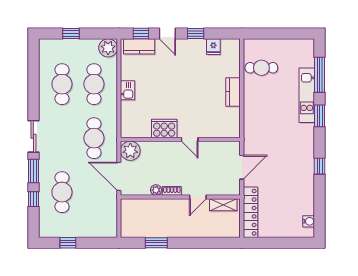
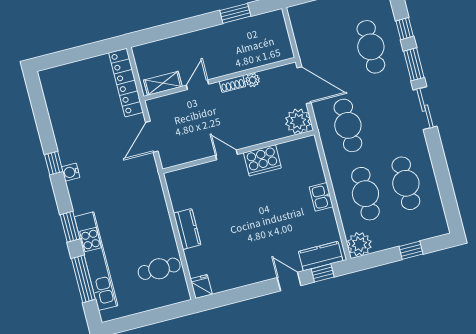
window: (196, 33) -> (253, 291), removed
fridge: (213, 47) -> (201, 286), moved
kitchen unit: (307, 95) -> (96, 261), width x1.36
water cooler: (309, 221) -> (71, 172), moved

